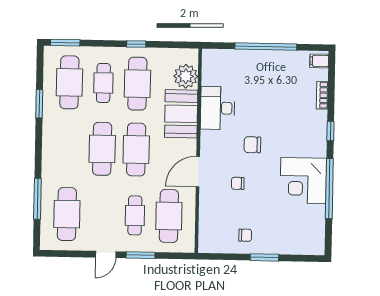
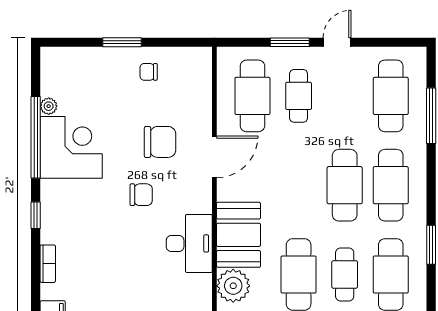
cafe table: (136, 150) -> (391, 185), moved
chair: (238, 183) -> (160, 142), width x1.87, depth x1.87
plant: (319, 211) -> (49, 106), added

